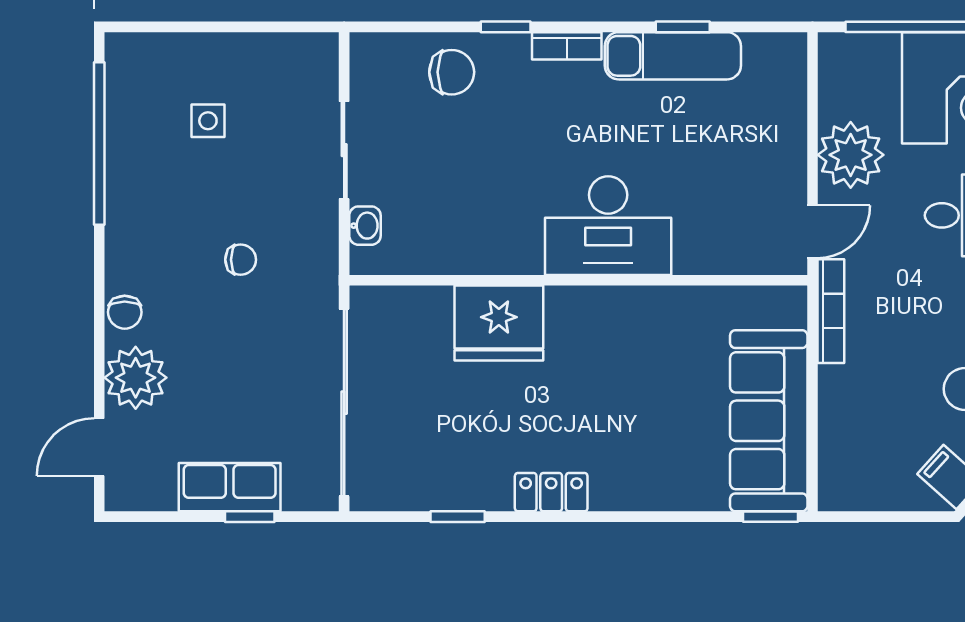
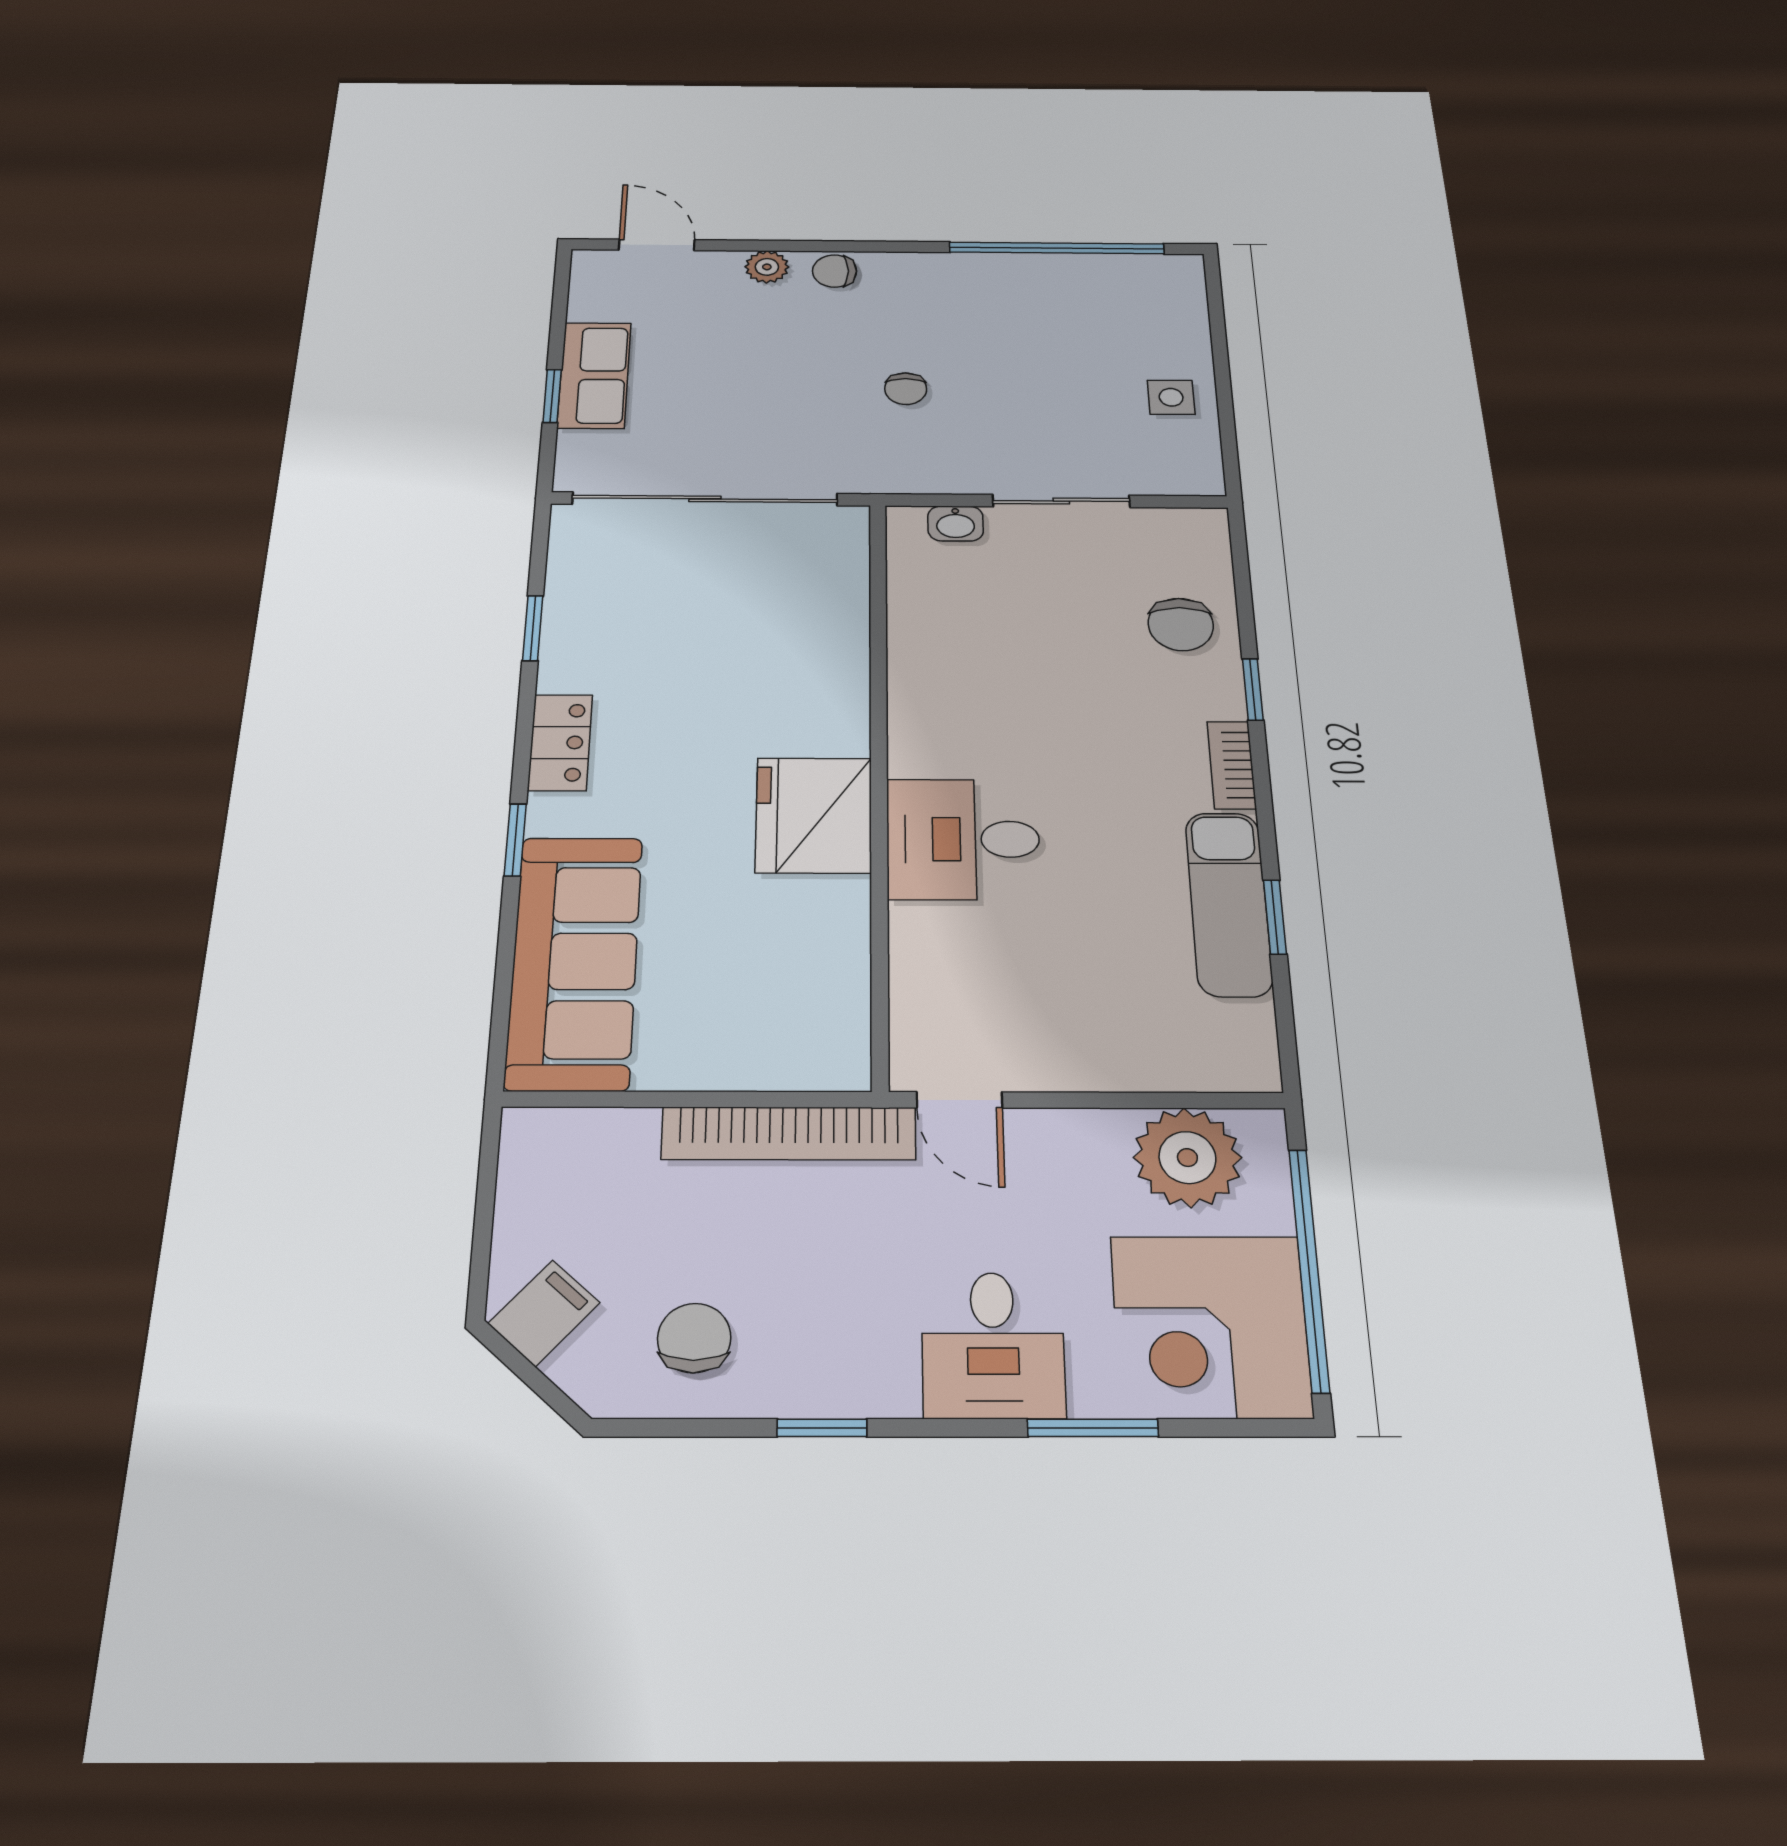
side table: (208, 121) -> (1171, 397), moved
plant: (851, 155) -> (1187, 1158), moved
desk: (608, 226) -> (963, 839), width x0.73
bookcase: (831, 311) -> (789, 1133), width x1.48, depth x1.31
fridge: (499, 323) -> (814, 815), moved
plant: (136, 378) -> (767, 267), width x0.53, depth x0.53
sofa: (769, 421) -> (575, 961), moved, turned 90
window: (771, 517) -> (515, 840), moved

